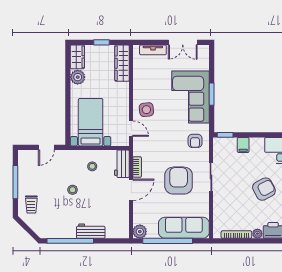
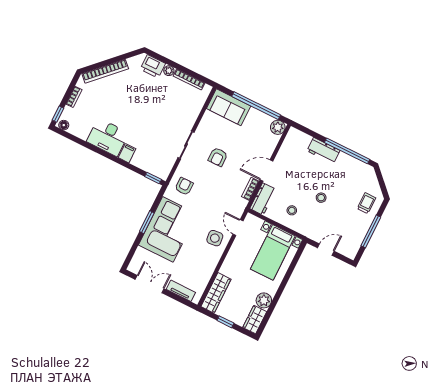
filing cabinet: (243, 145) -> (127, 153), moved
armchair: (179, 181) -> (218, 157), width x0.53, depth x0.53
armchair: (264, 189) -> (142, 109), removed
sofa: (184, 228) -> (229, 107), width x0.73

